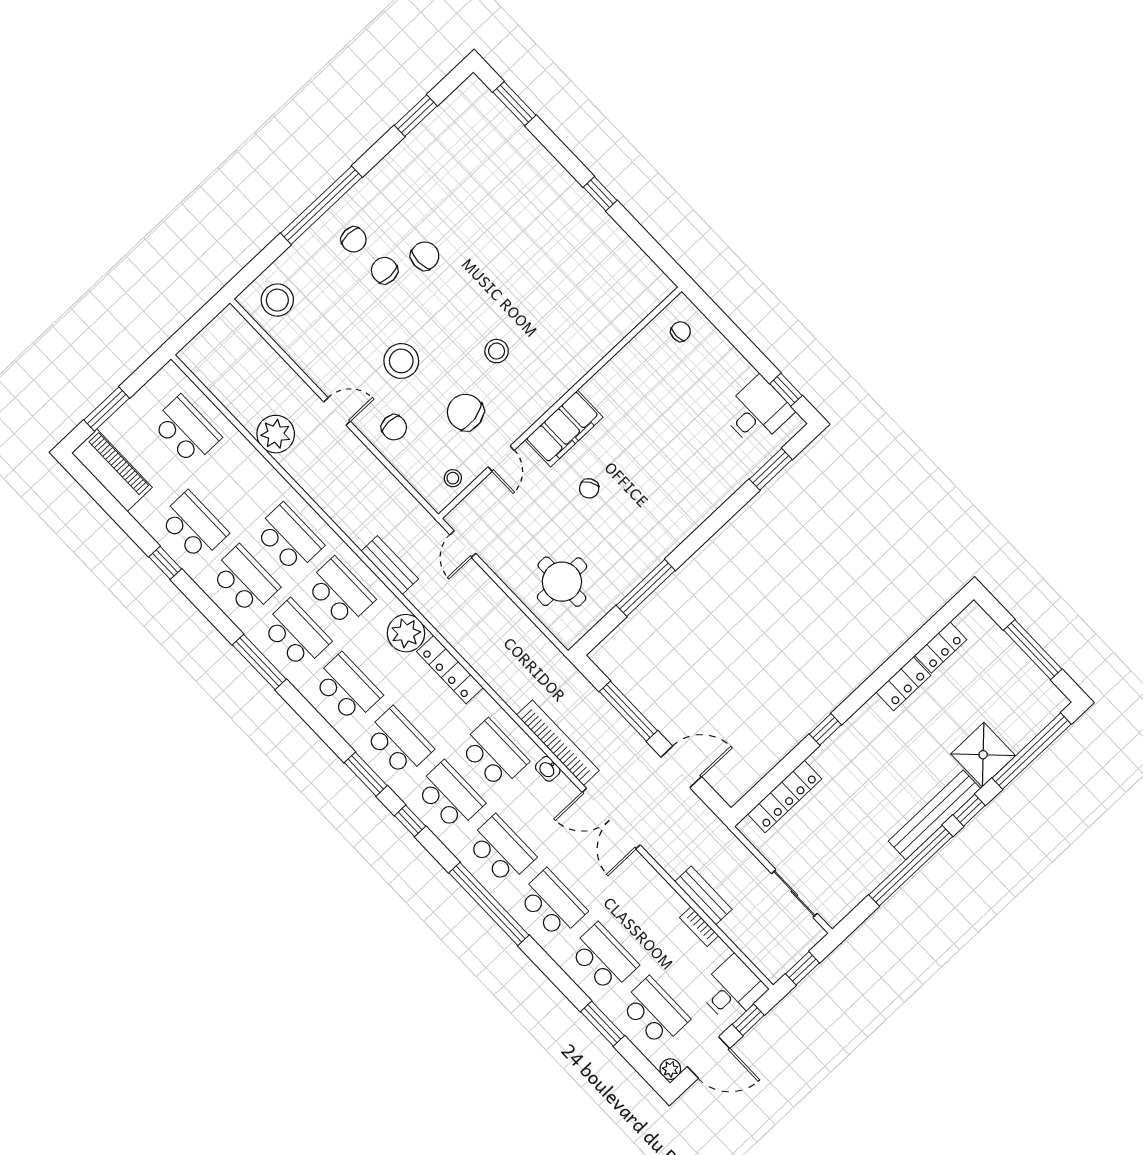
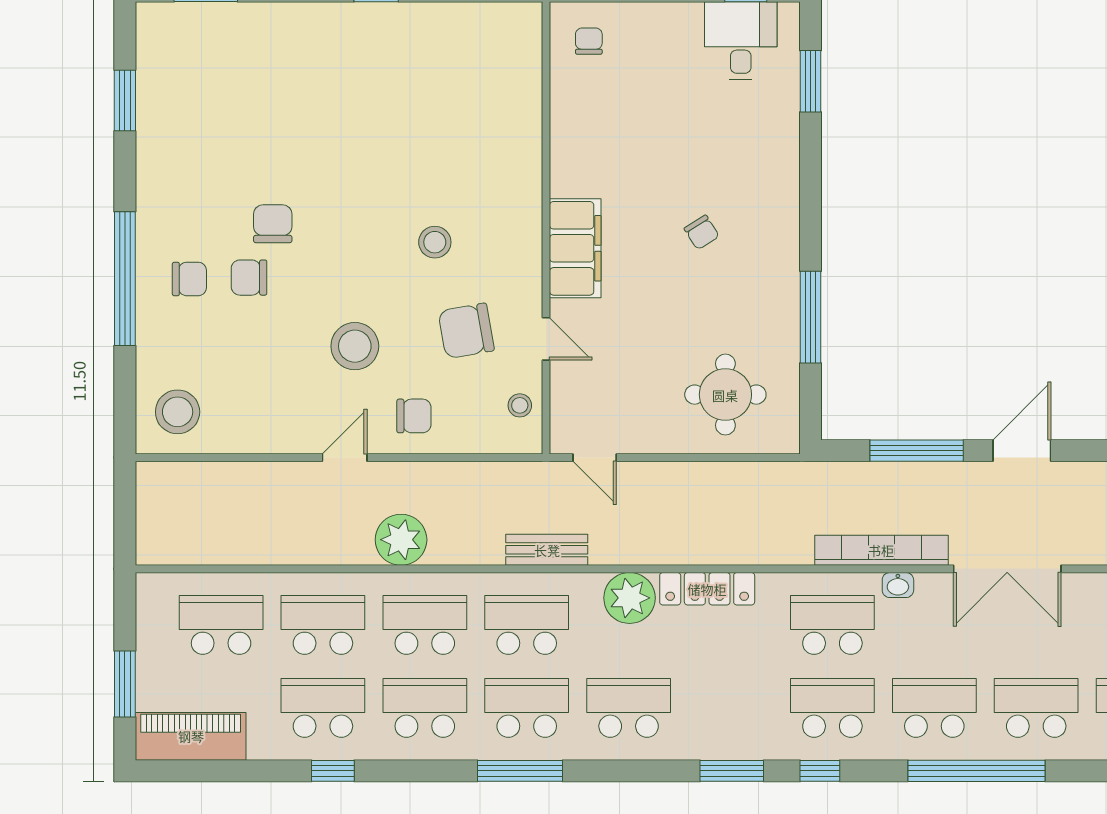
plant: (276, 434) -> (401, 540), moved
chair: (589, 488) -> (702, 232), moved
school desk: (398, 742) -> (323, 625), moved

